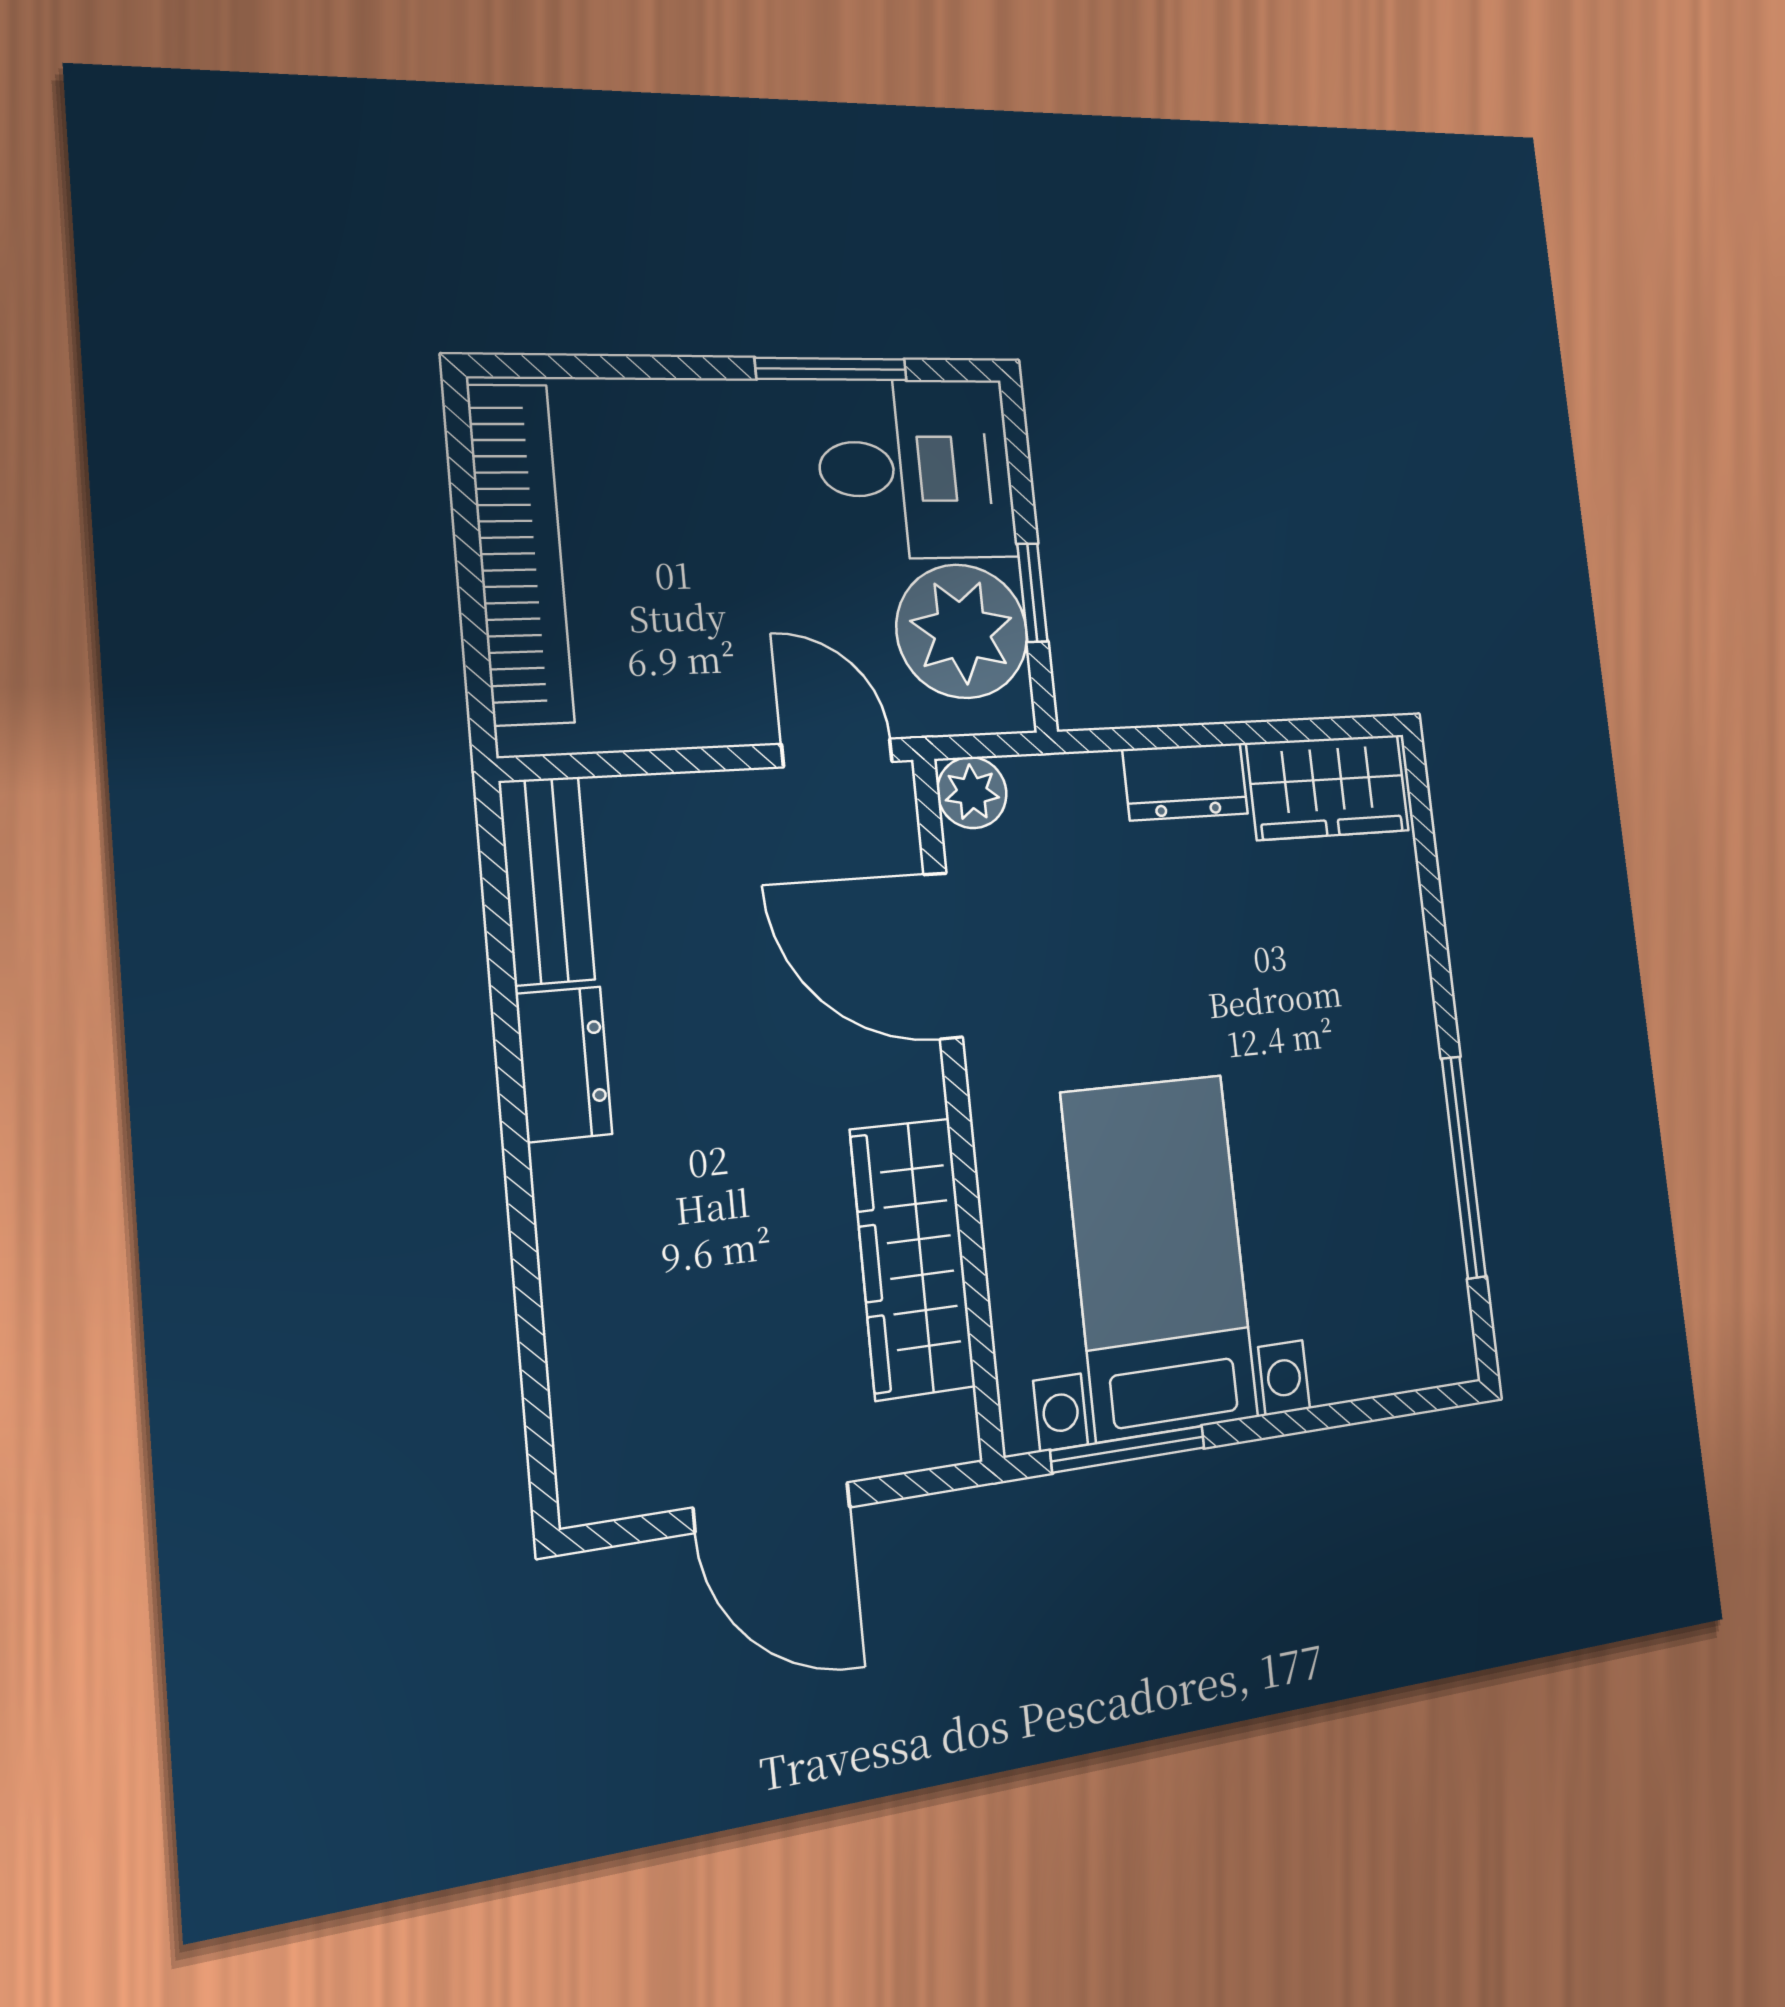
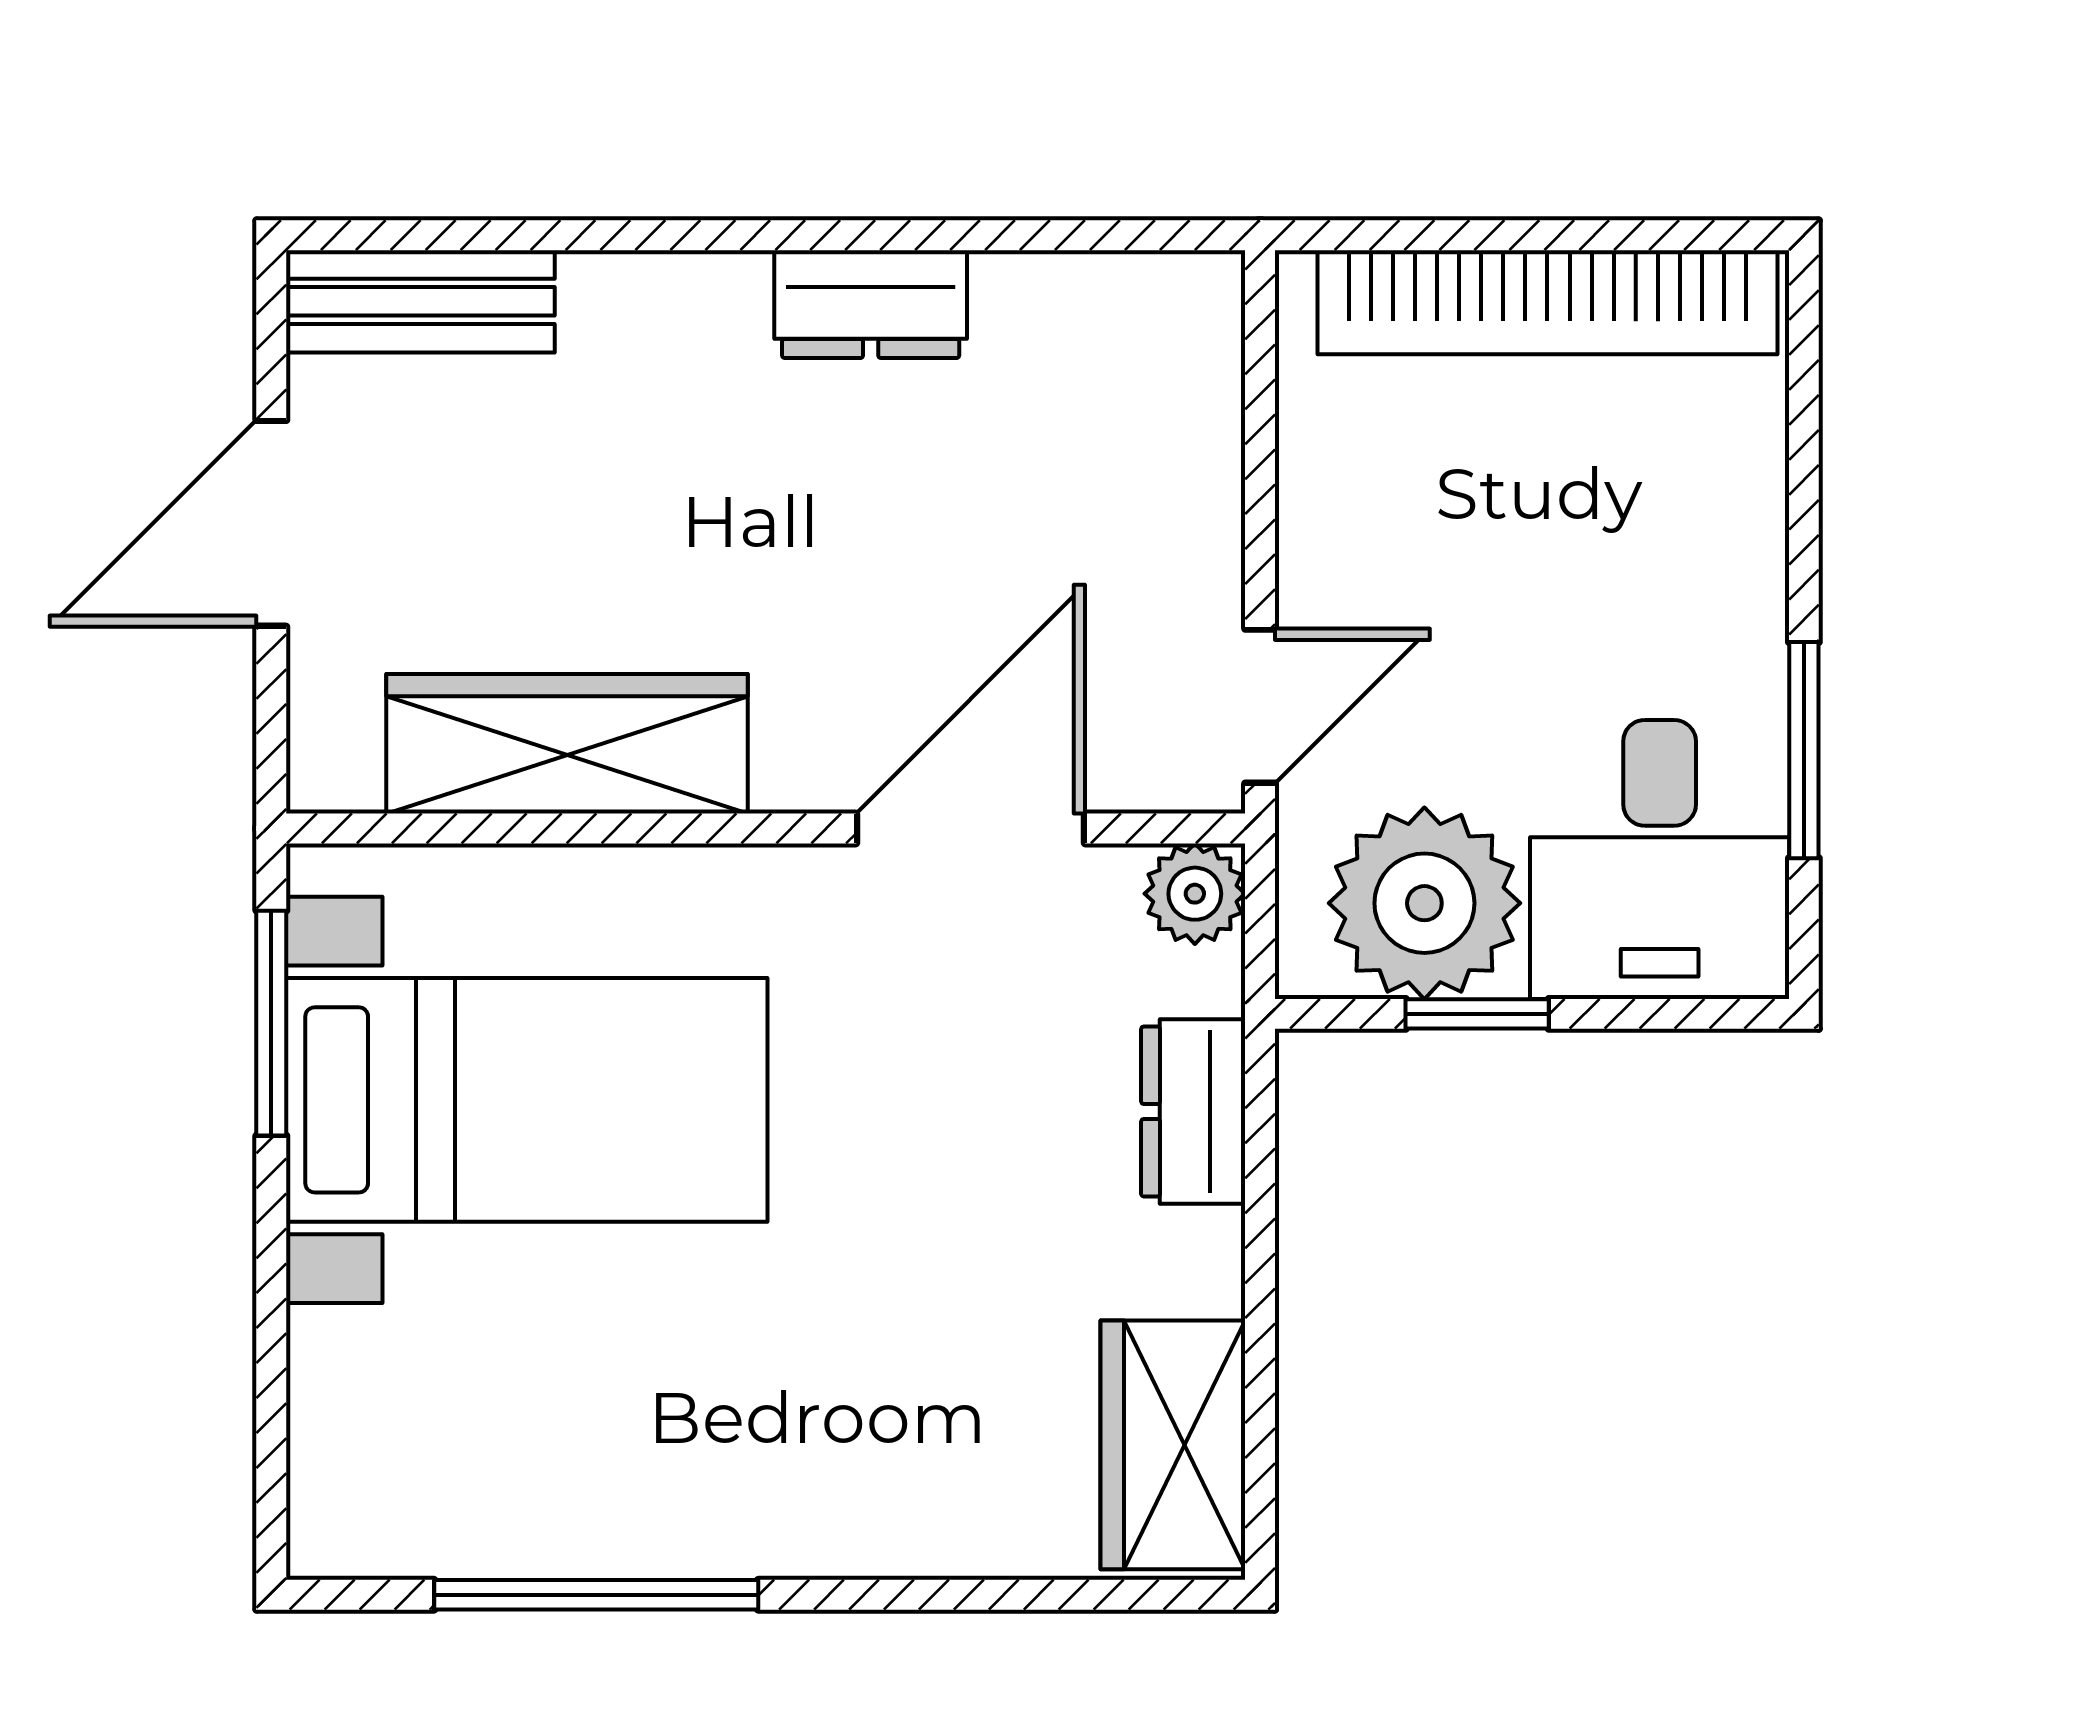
dresser: (1185, 782) -> (1193, 1111), moved
bench: (547, 880) -> (420, 301), moved

